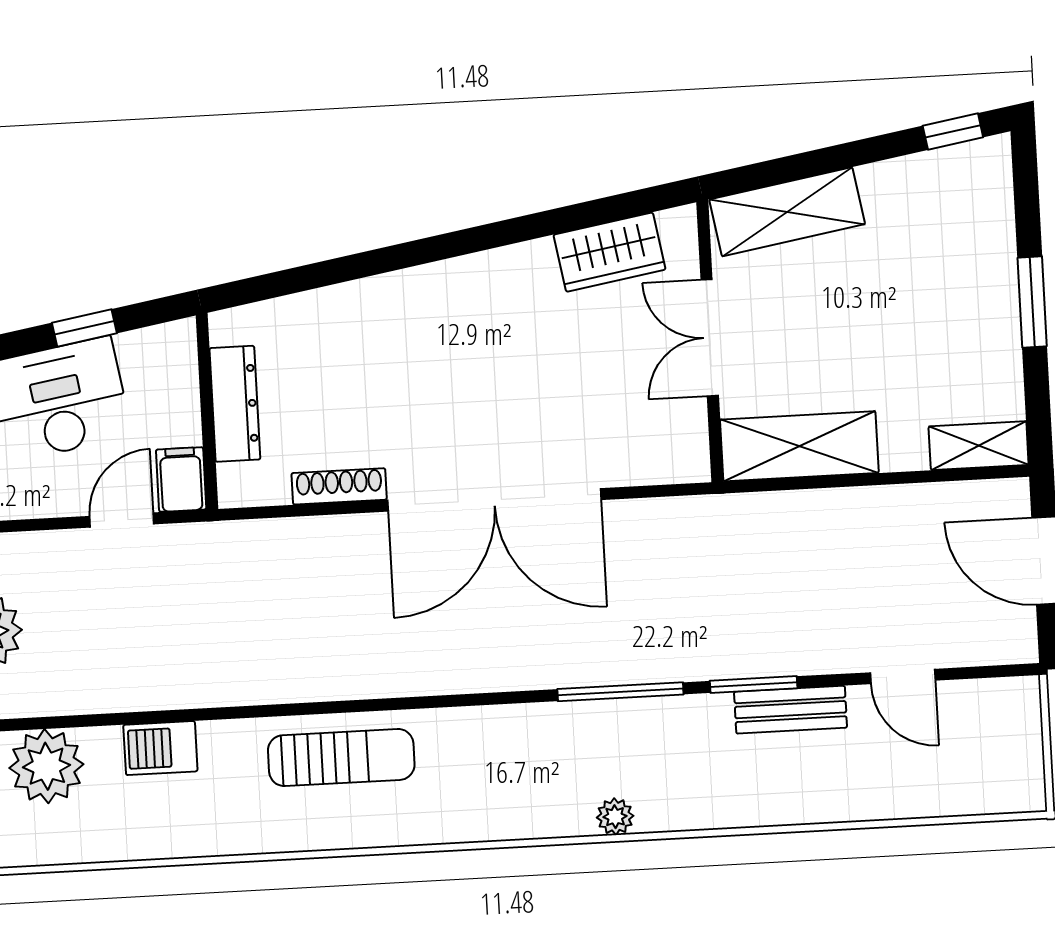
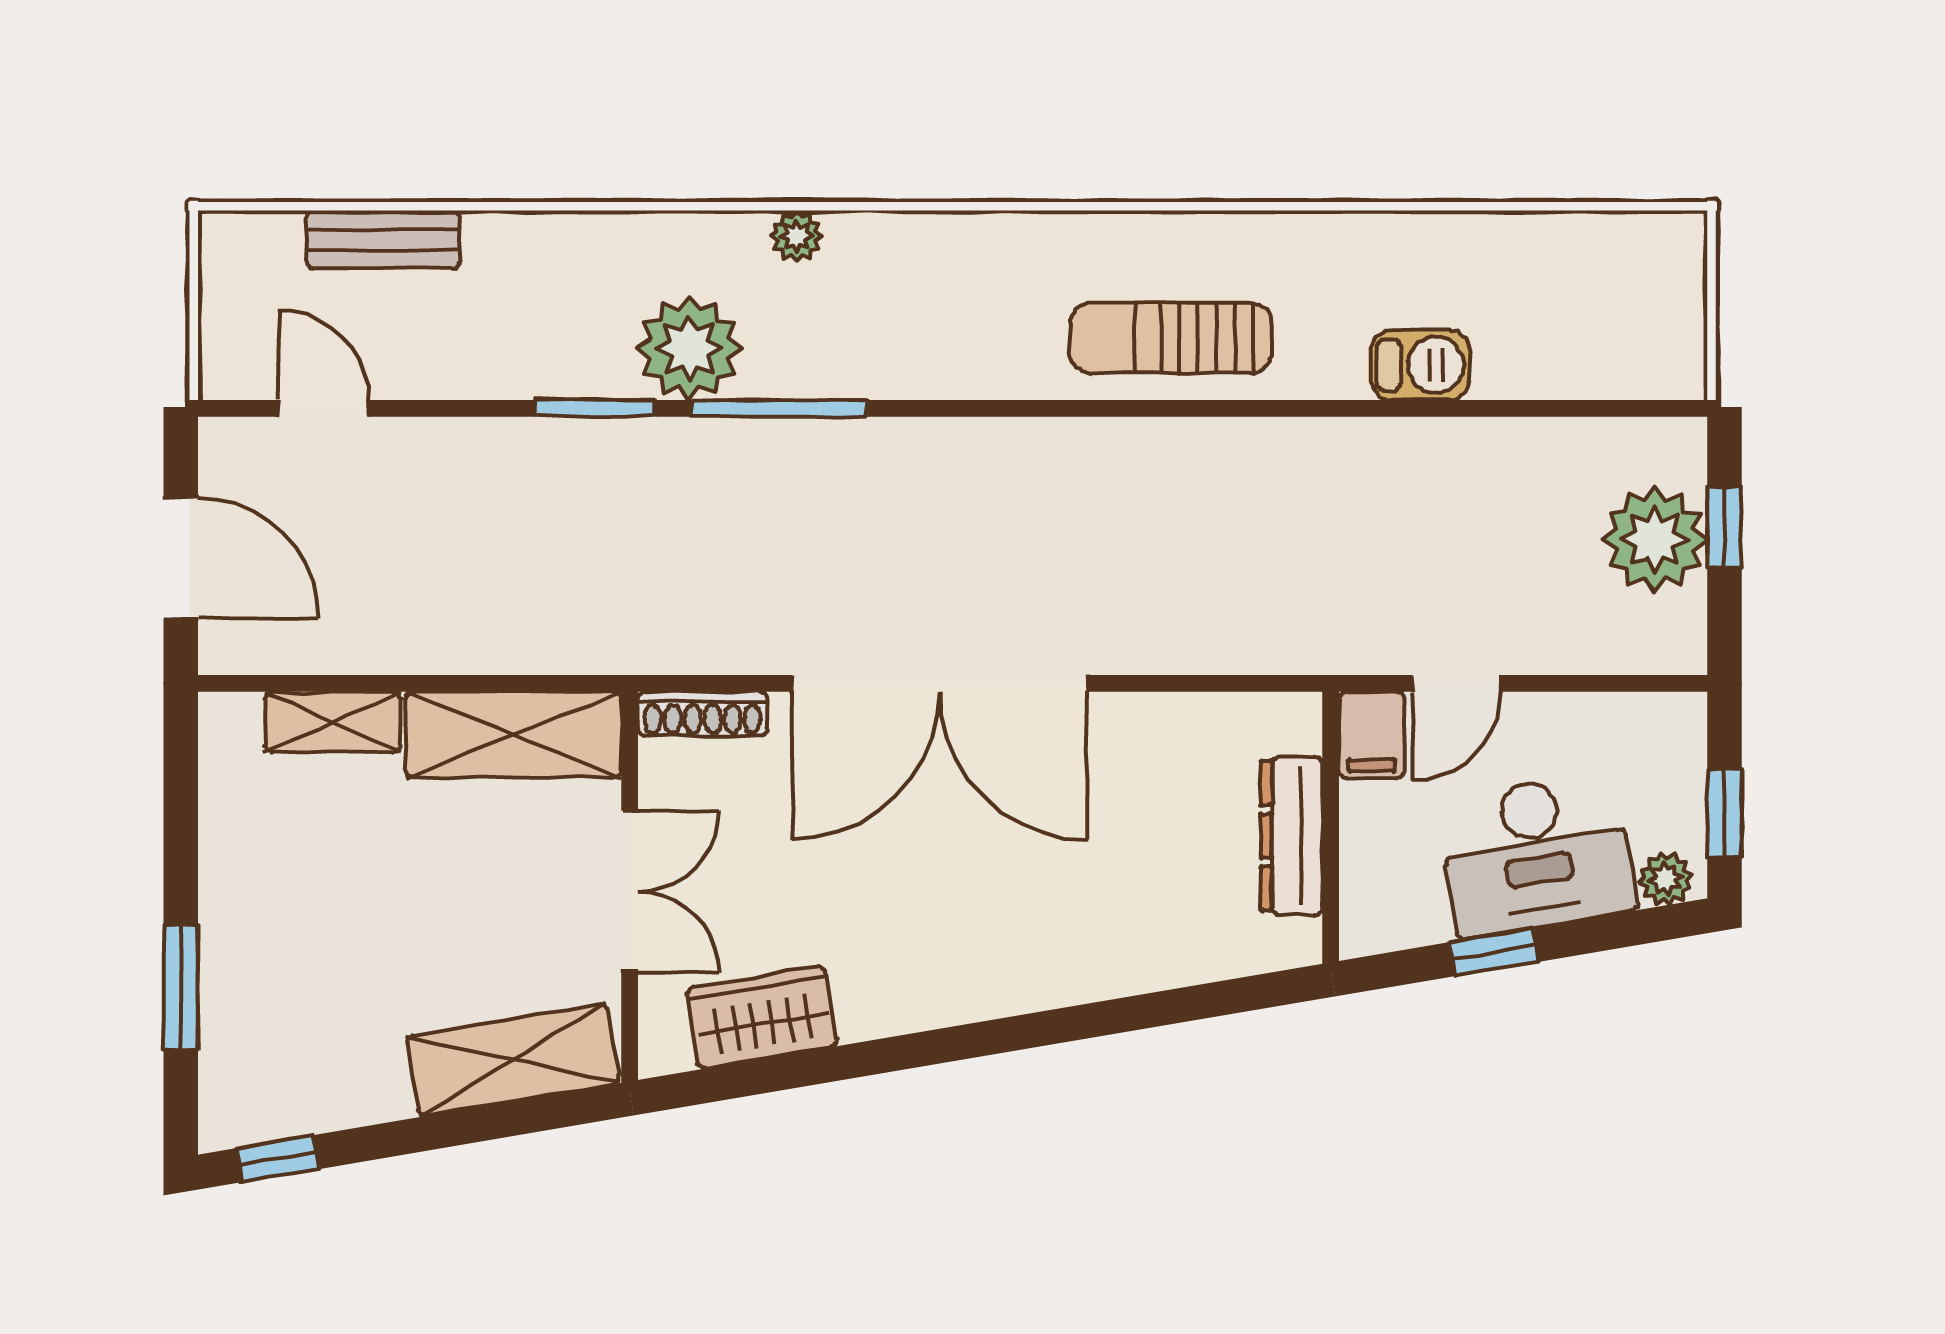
window: (1032, 302) -> (181, 988), moved
shelving: (979, 446) -> (333, 722), moved
shoe rack: (339, 486) -> (703, 714), moved
double door: (494, 500) -> (940, 683), swing flipped
door: (903, 676) -> (324, 408), moved
bench: (791, 710) -> (383, 240), moved
plant: (46, 766) -> (689, 348), moved

